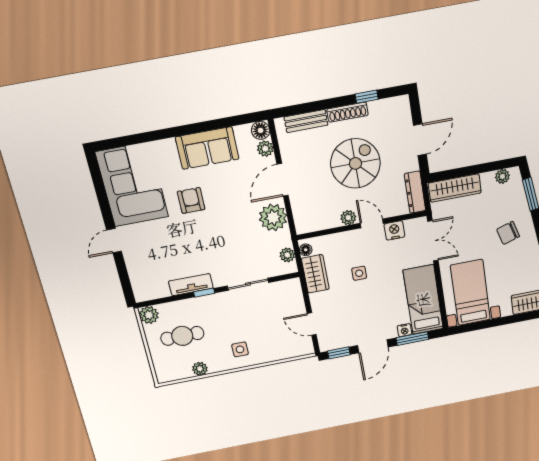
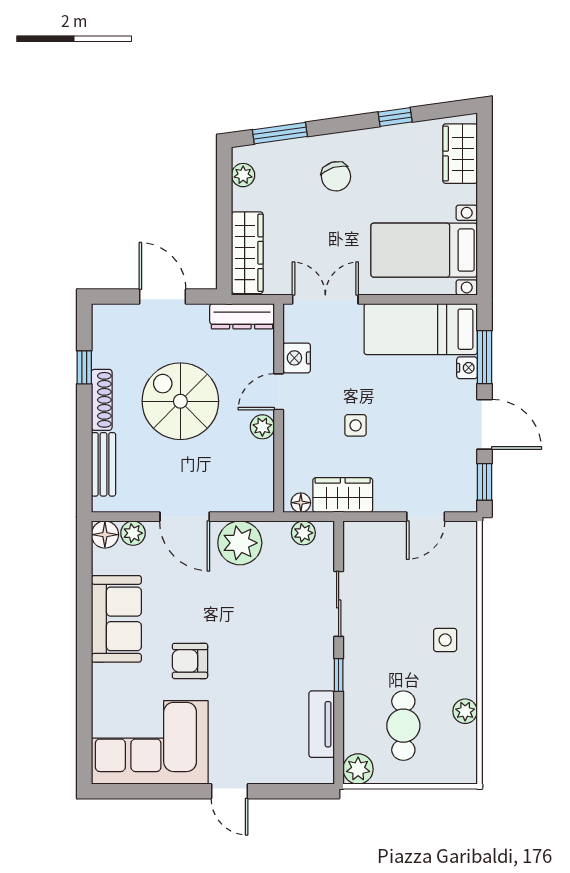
tv unit: (191, 285) -> (322, 724), moved

